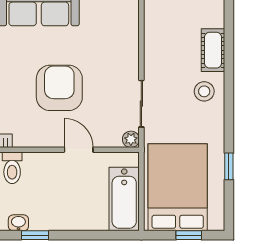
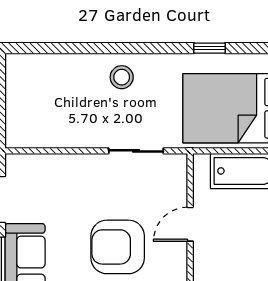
cot: (213, 50) -> (73, 67), removed
plant: (131, 139) -> (178, 163), removed

